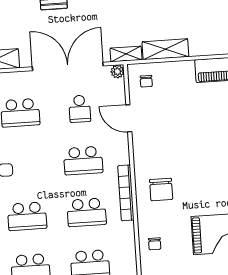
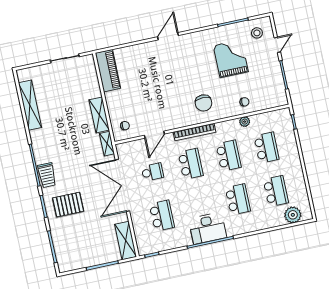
plant: (117, 71) -> (245, 122), moved
chair: (161, 190) -> (204, 103), turned 90
bookcase: (126, 193) -> (194, 132), moved

